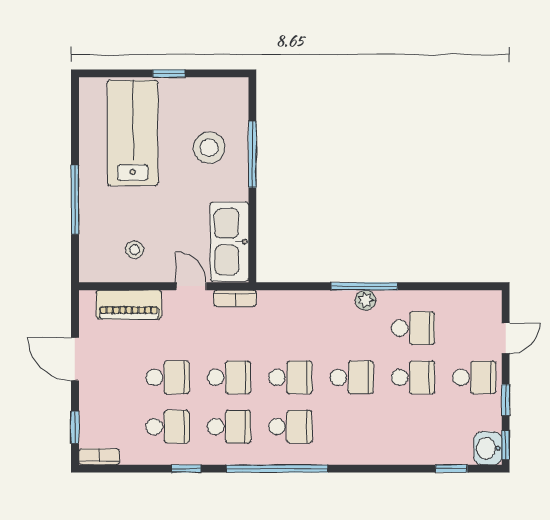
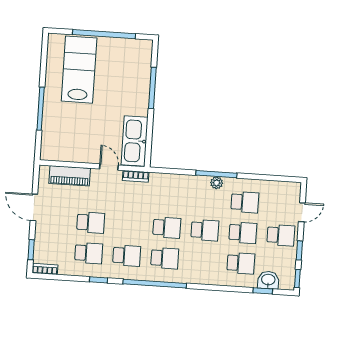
window: (169, 73) -> (104, 34), width x3.17
stool: (209, 148) -> (126, 82), removed
stool: (135, 250) -> (75, 142), removed
school desk: (229, 377) -> (241, 263), moved
washbasin: (488, 448) -> (268, 280), moved, turned 90

